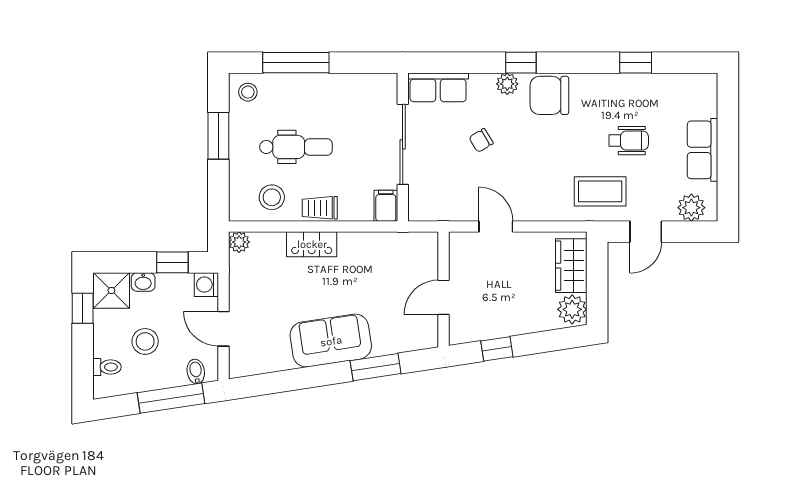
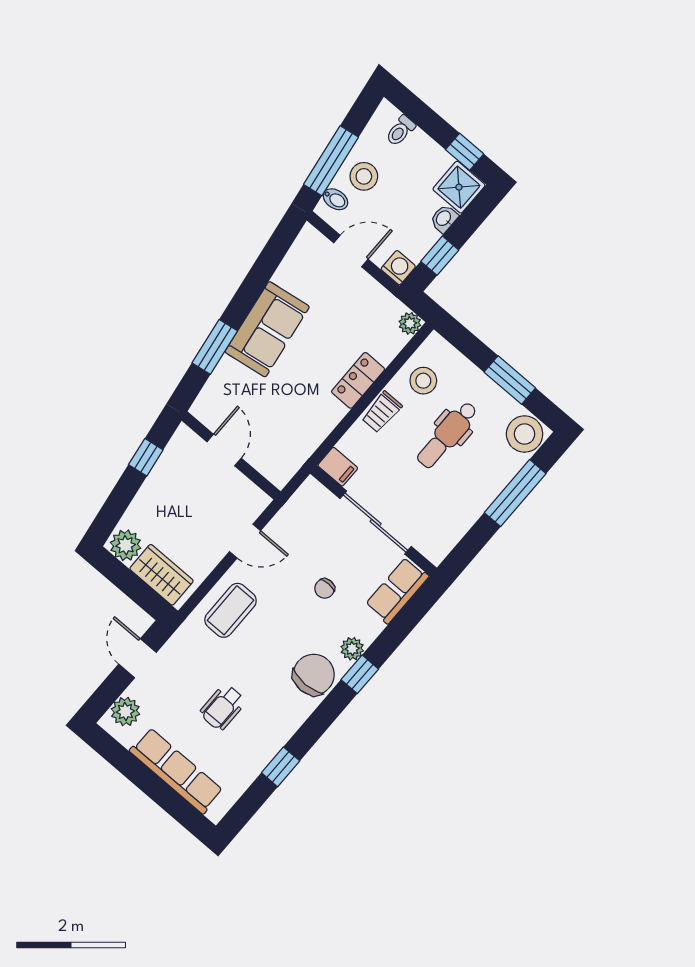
stool: (248, 92) -> (525, 434), width x1.89, depth x1.89
chair: (481, 140) -> (325, 588), turned -149
row of seats: (702, 150) -> (176, 771), width x1.48
coffee table: (600, 191) -> (231, 610), moved
trolley: (320, 208) -> (382, 412), turned 180
stool: (145, 341) -> (364, 176), moved

